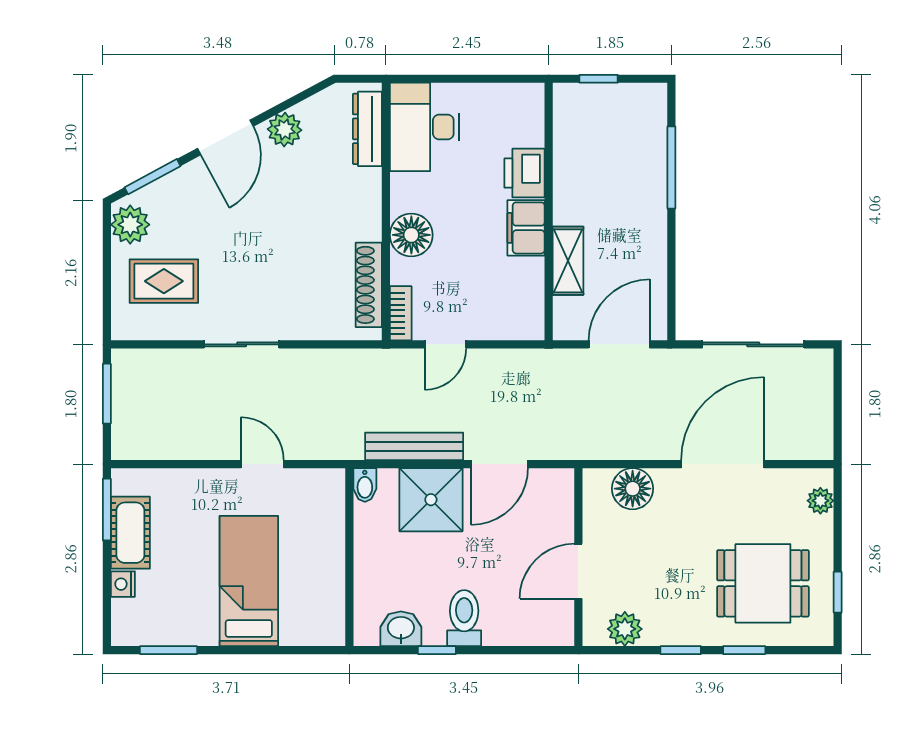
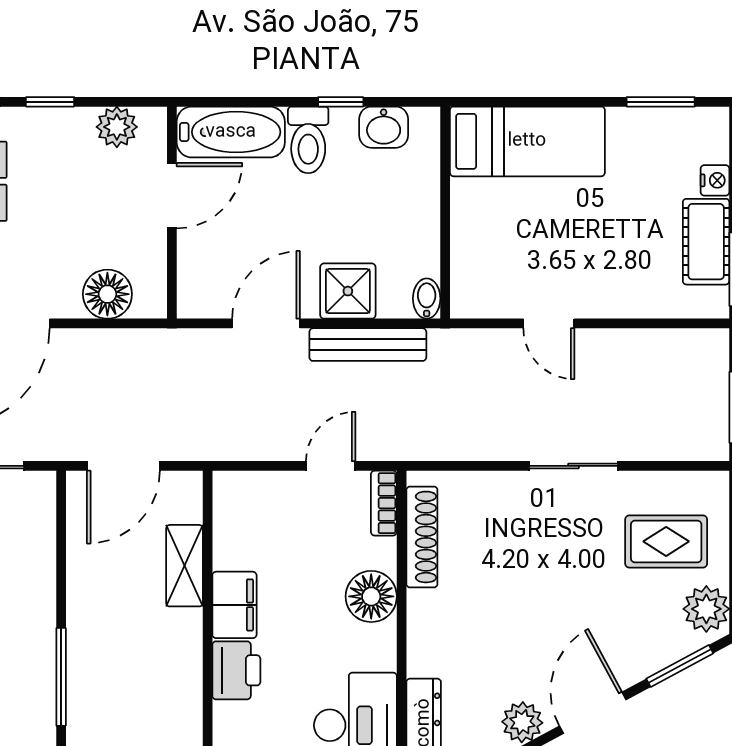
shower: (431, 500) -> (348, 291), width x0.73, depth x0.73
bed: (249, 581) -> (527, 141), moved, turned -90
bathtub: (529, 625) -> (231, 132), added

